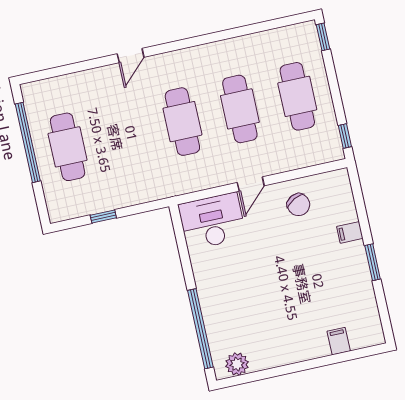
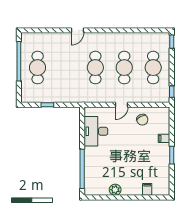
desk: (212, 221) -> (96, 131), moved, turned -90
plant: (237, 364) -> (115, 190), moved

